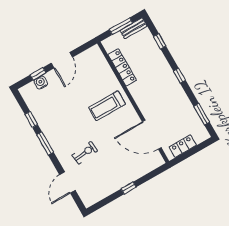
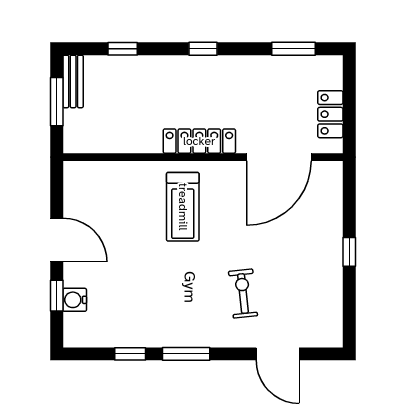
locker: (122, 67) -> (199, 141), moved

